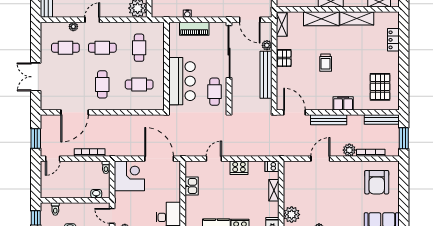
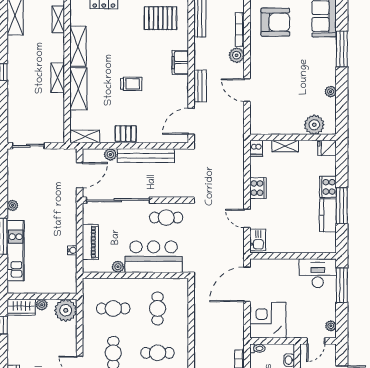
plant: (174, 52) -> (118, 267), added
bench: (329, 120) -> (200, 86), width x0.73
kitchen sink: (192, 186) -> (258, 240), moved, turned 90

